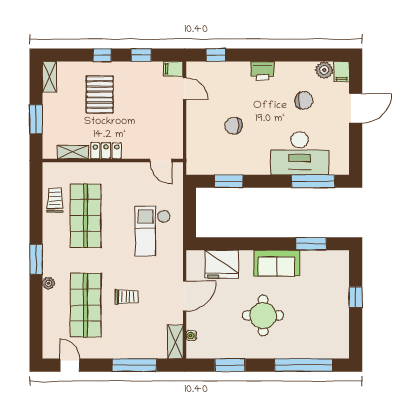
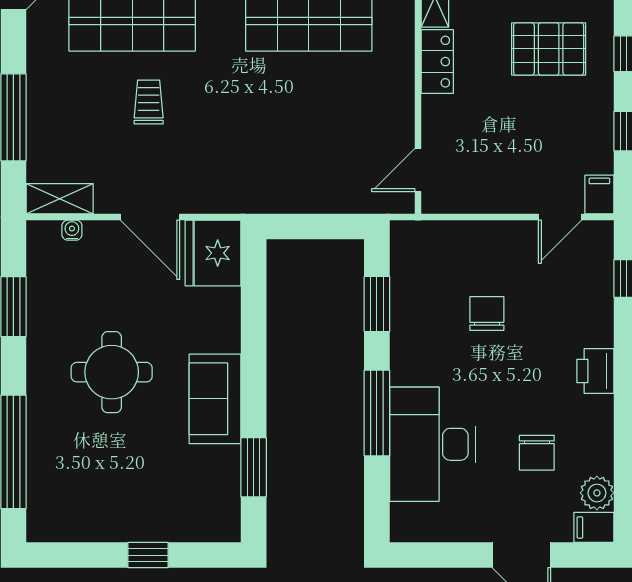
window: (313, 181) -> (377, 413), moved
checkout: (153, 231) -> (279, 154), removed
fridge: (222, 264) -> (213, 253), moved
trolley: (126, 297) -> (149, 102), turned 180

